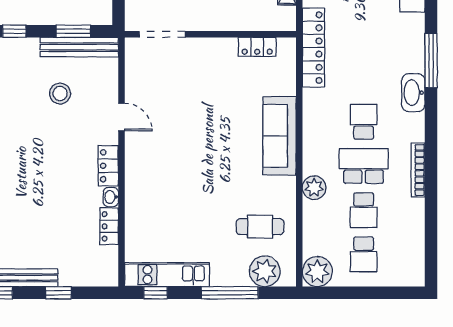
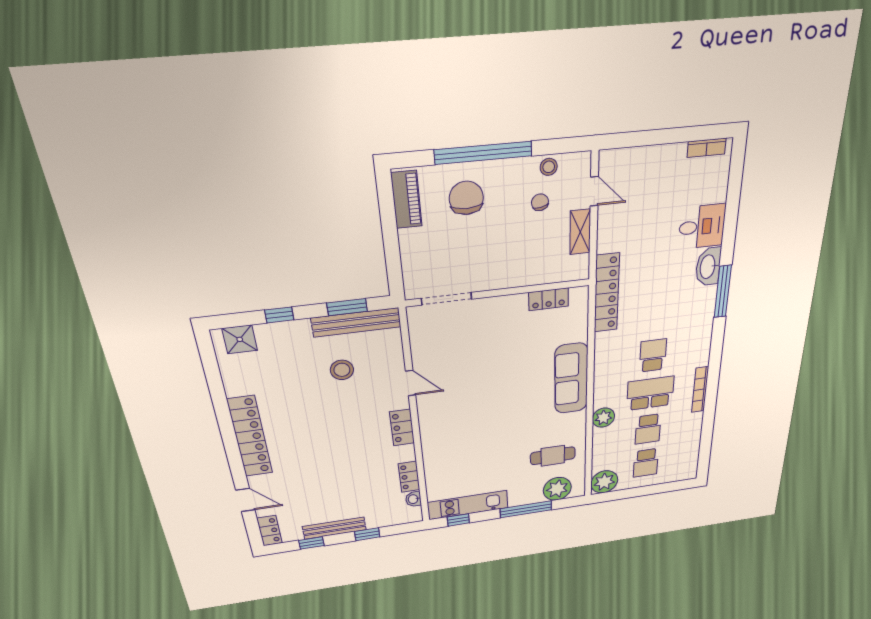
washbasin: (413, 93) -> (708, 267), moved
washbasin: (111, 197) -> (413, 499), moved

